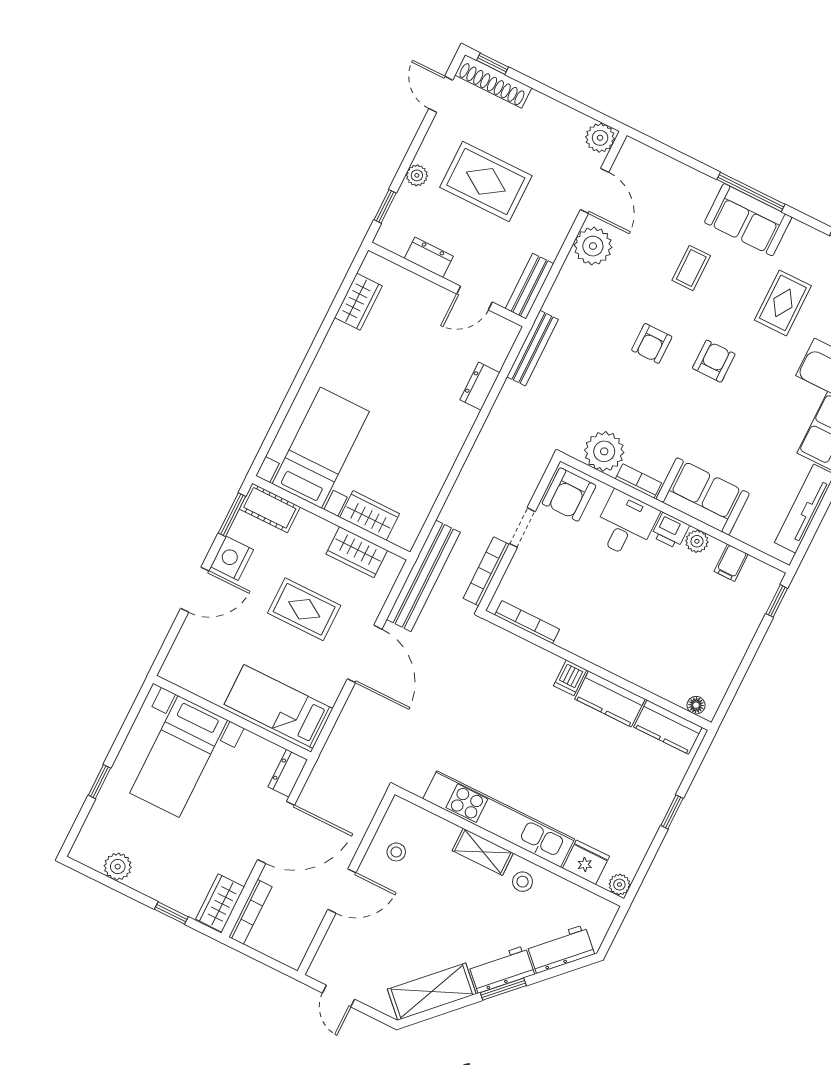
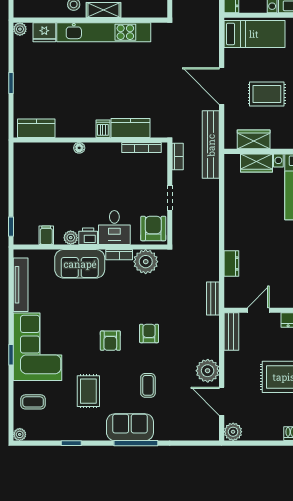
bench: (533, 348) -> (213, 299), width x0.73
bookcase: (486, 571) -> (178, 157), width x0.64
kitchen counter: (610, 699) -> (130, 128), moved
floor lamp: (696, 705) -> (79, 148), moved

